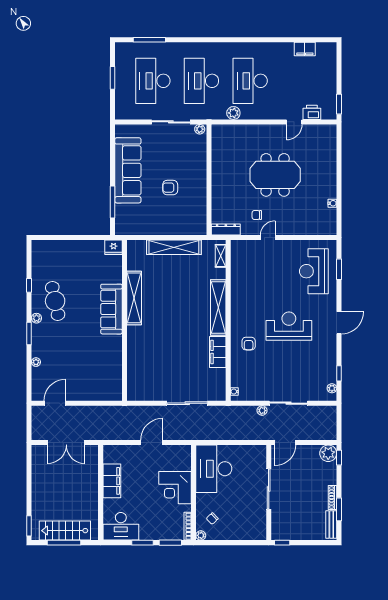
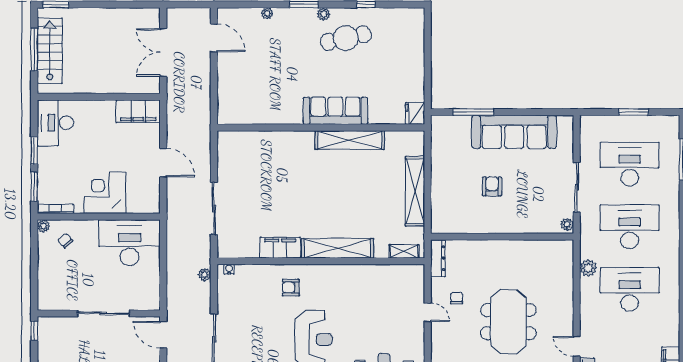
plant: (262, 411) -> (205, 275), moved
filing cabinet: (112, 481) -> (138, 111), moved

